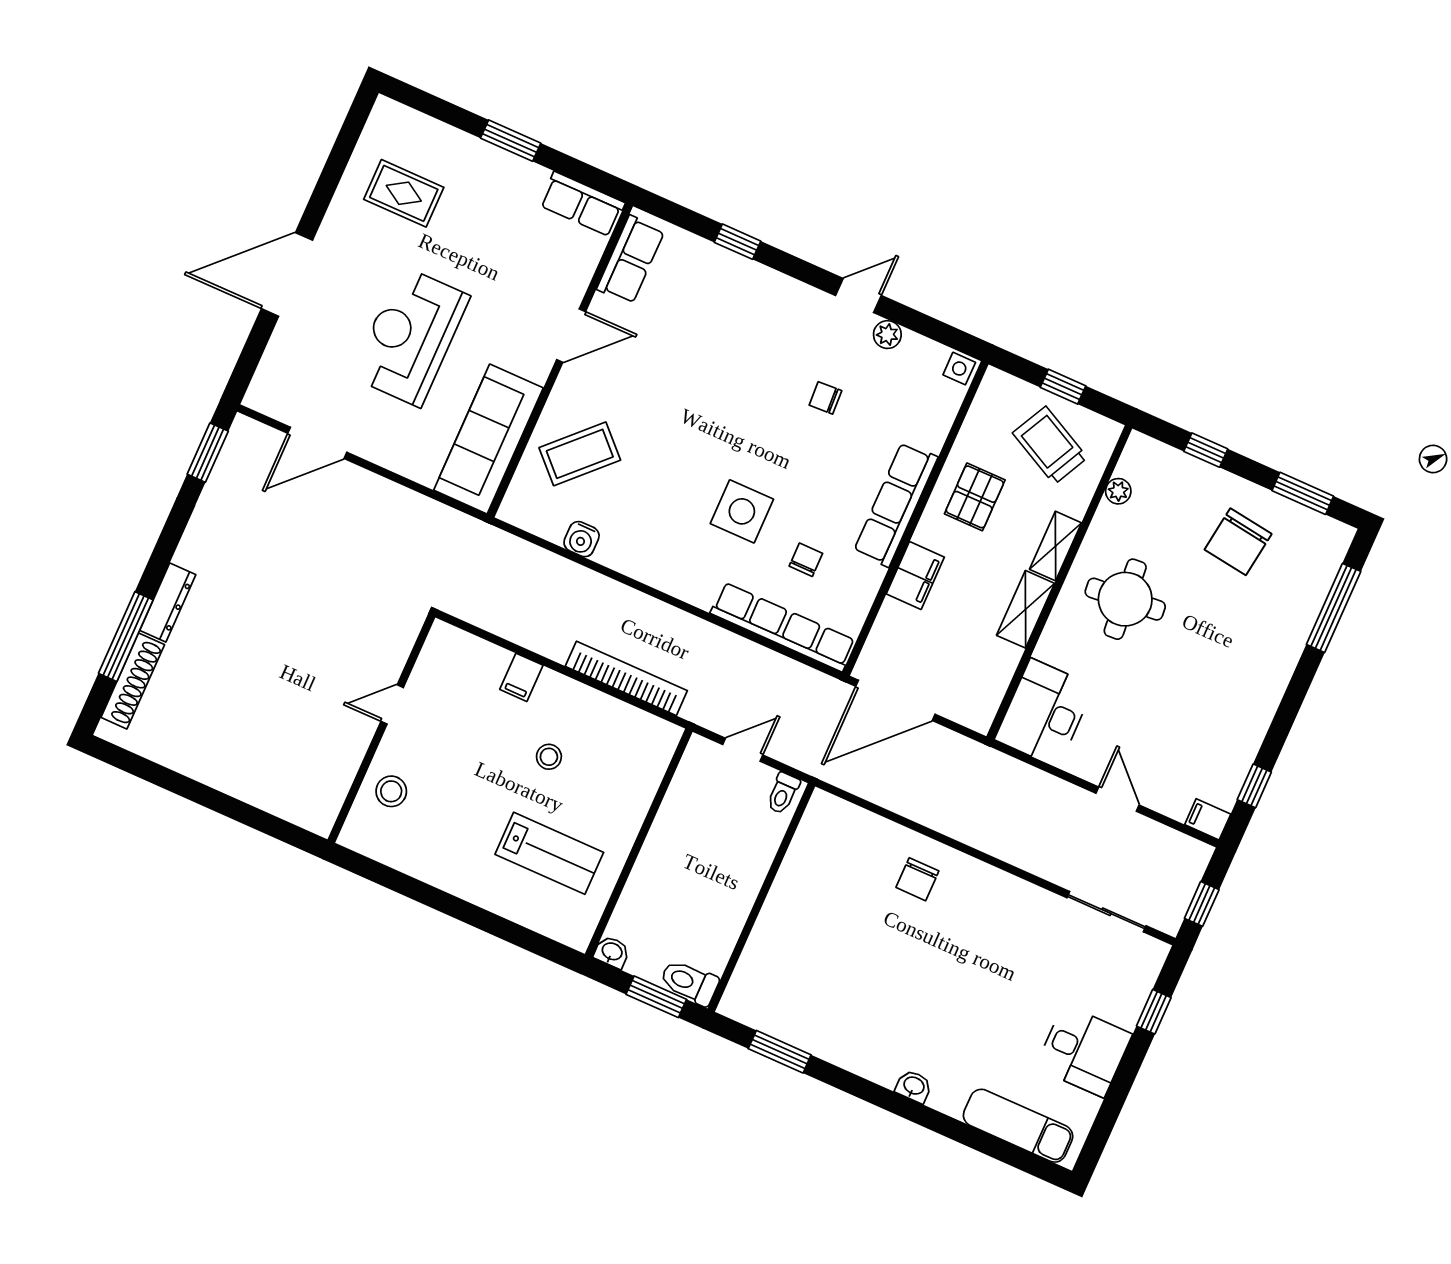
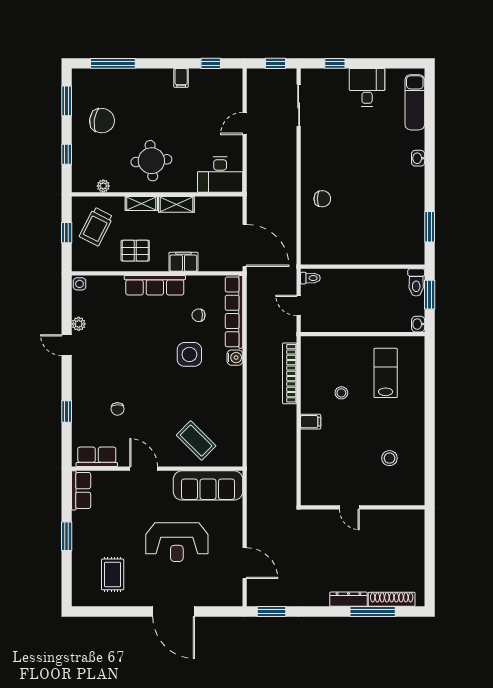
chair: (825, 398) -> (118, 409), moved
water cooler: (582, 539) -> (235, 358), moved
door: (392, 704) -> (349, 507), moved
wall: (381, 728) -> (363, 507), moved
filing cabinet: (1208, 819) -> (181, 78), moved

